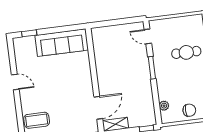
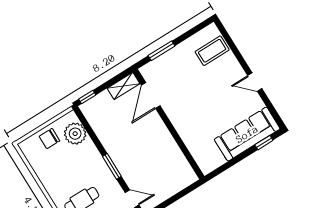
sofa: (62, 43) -> (247, 134), moved
plant: (164, 106) -> (75, 134), width x1.88, depth x1.88

